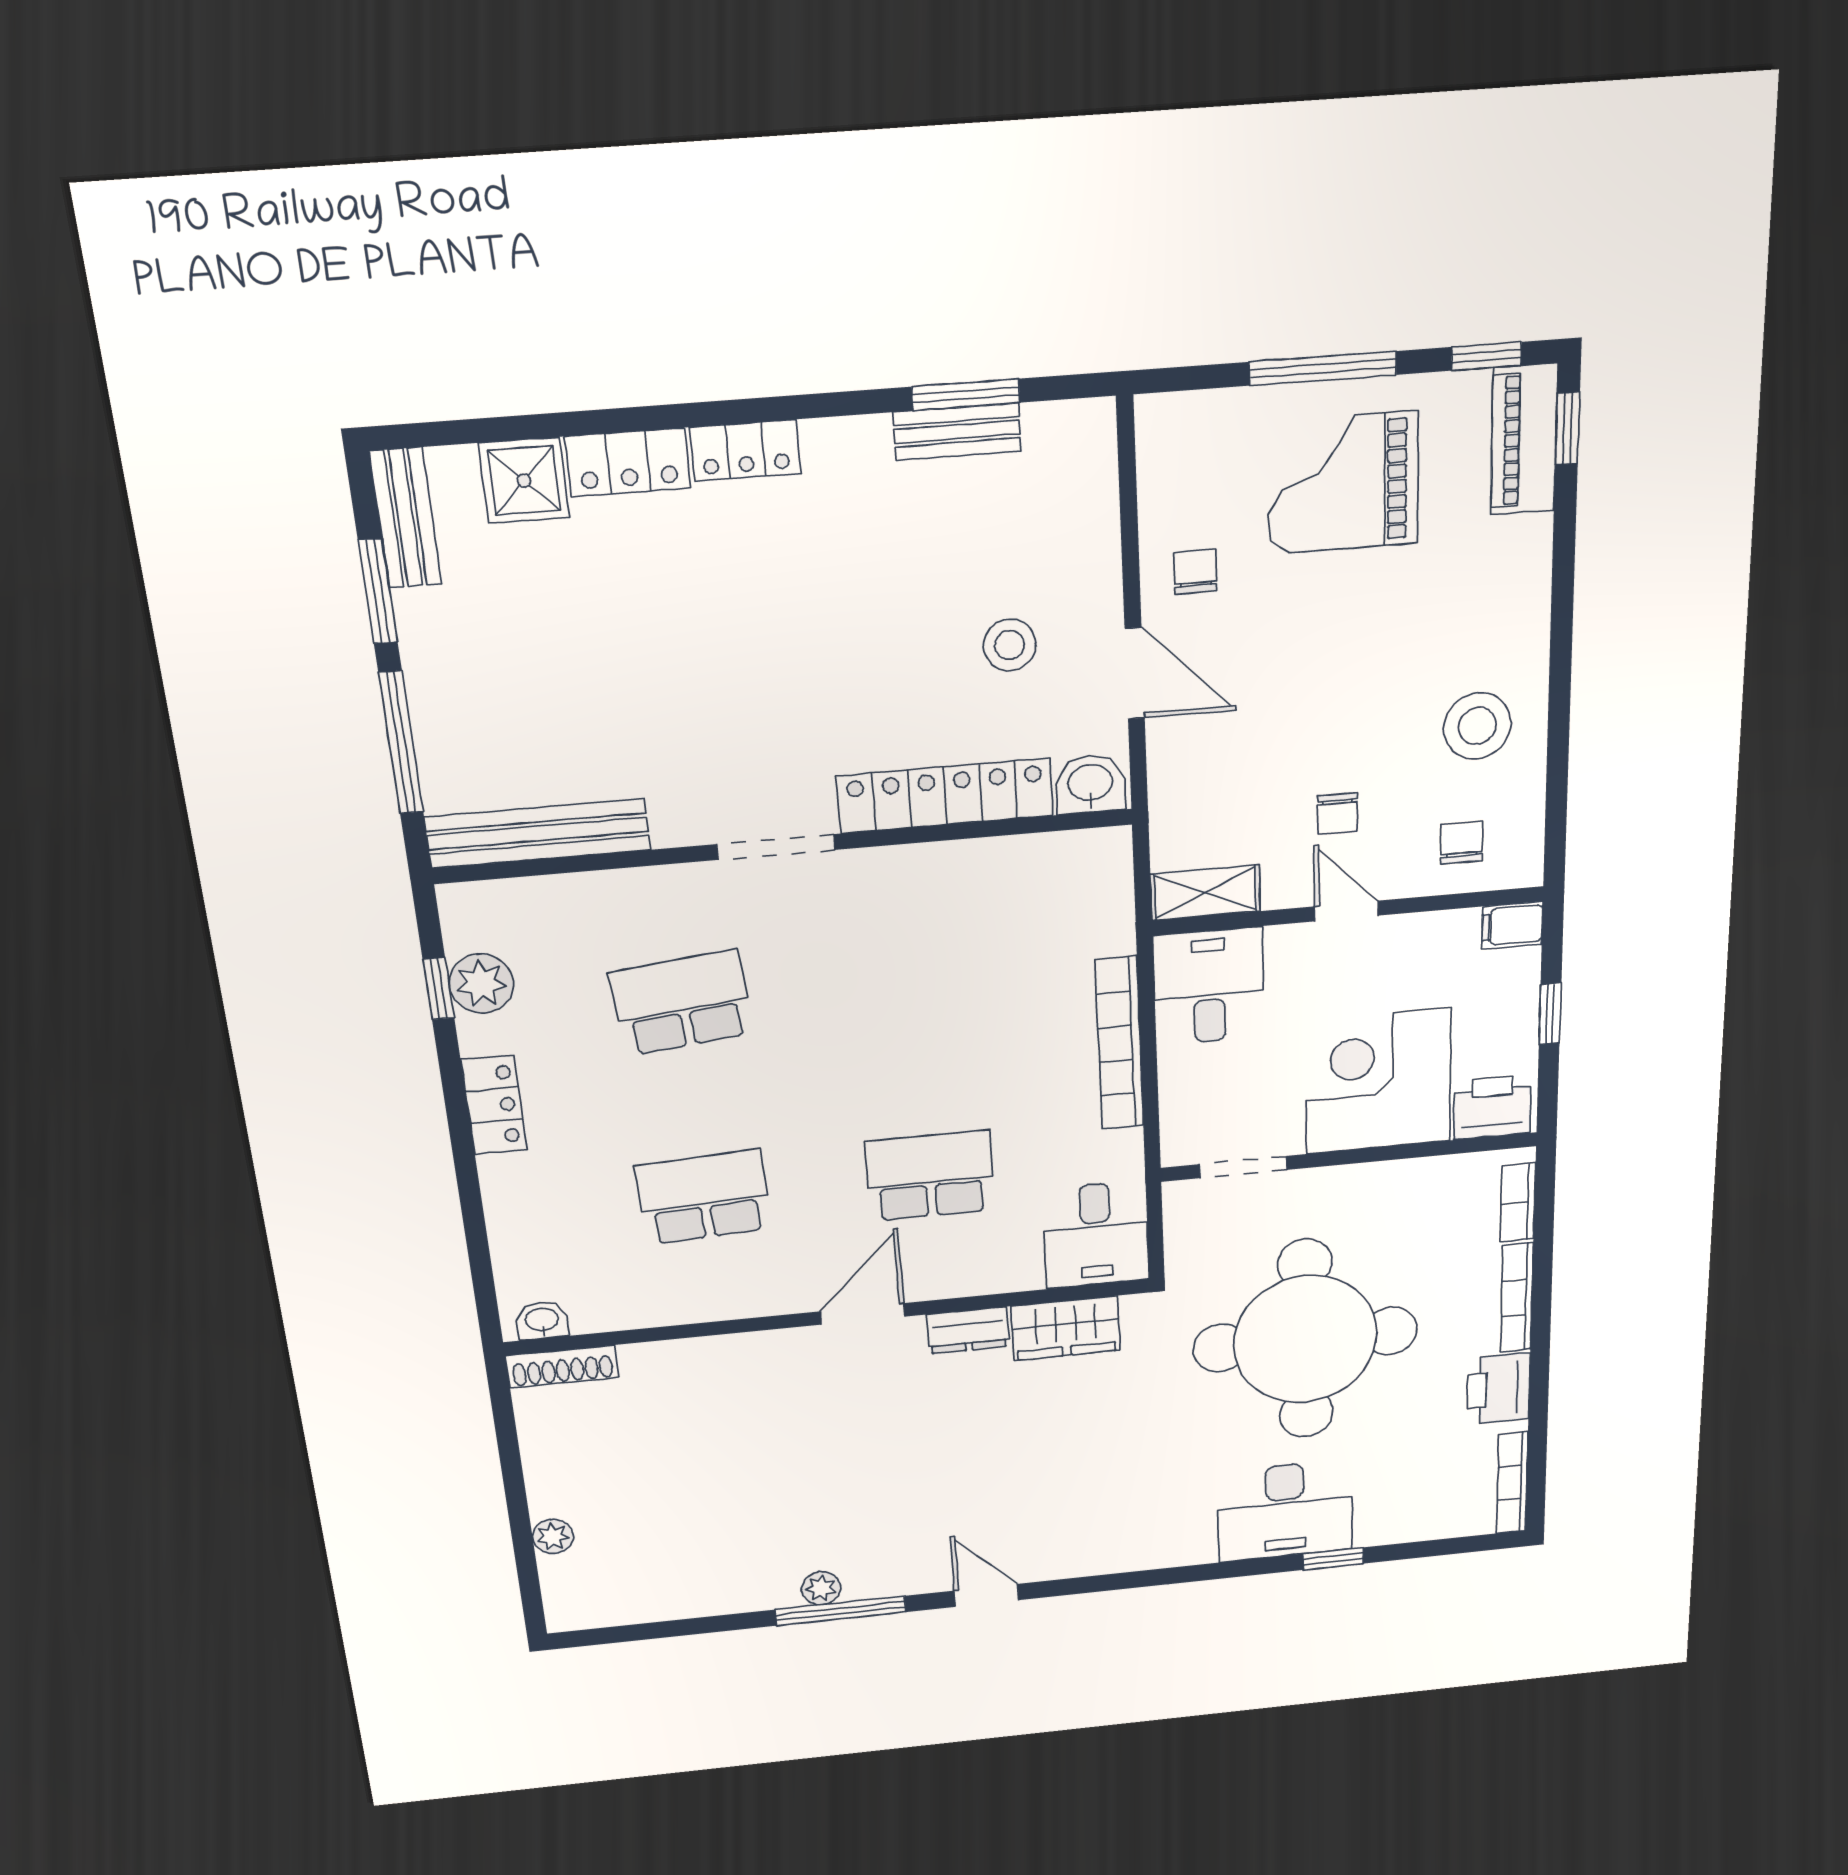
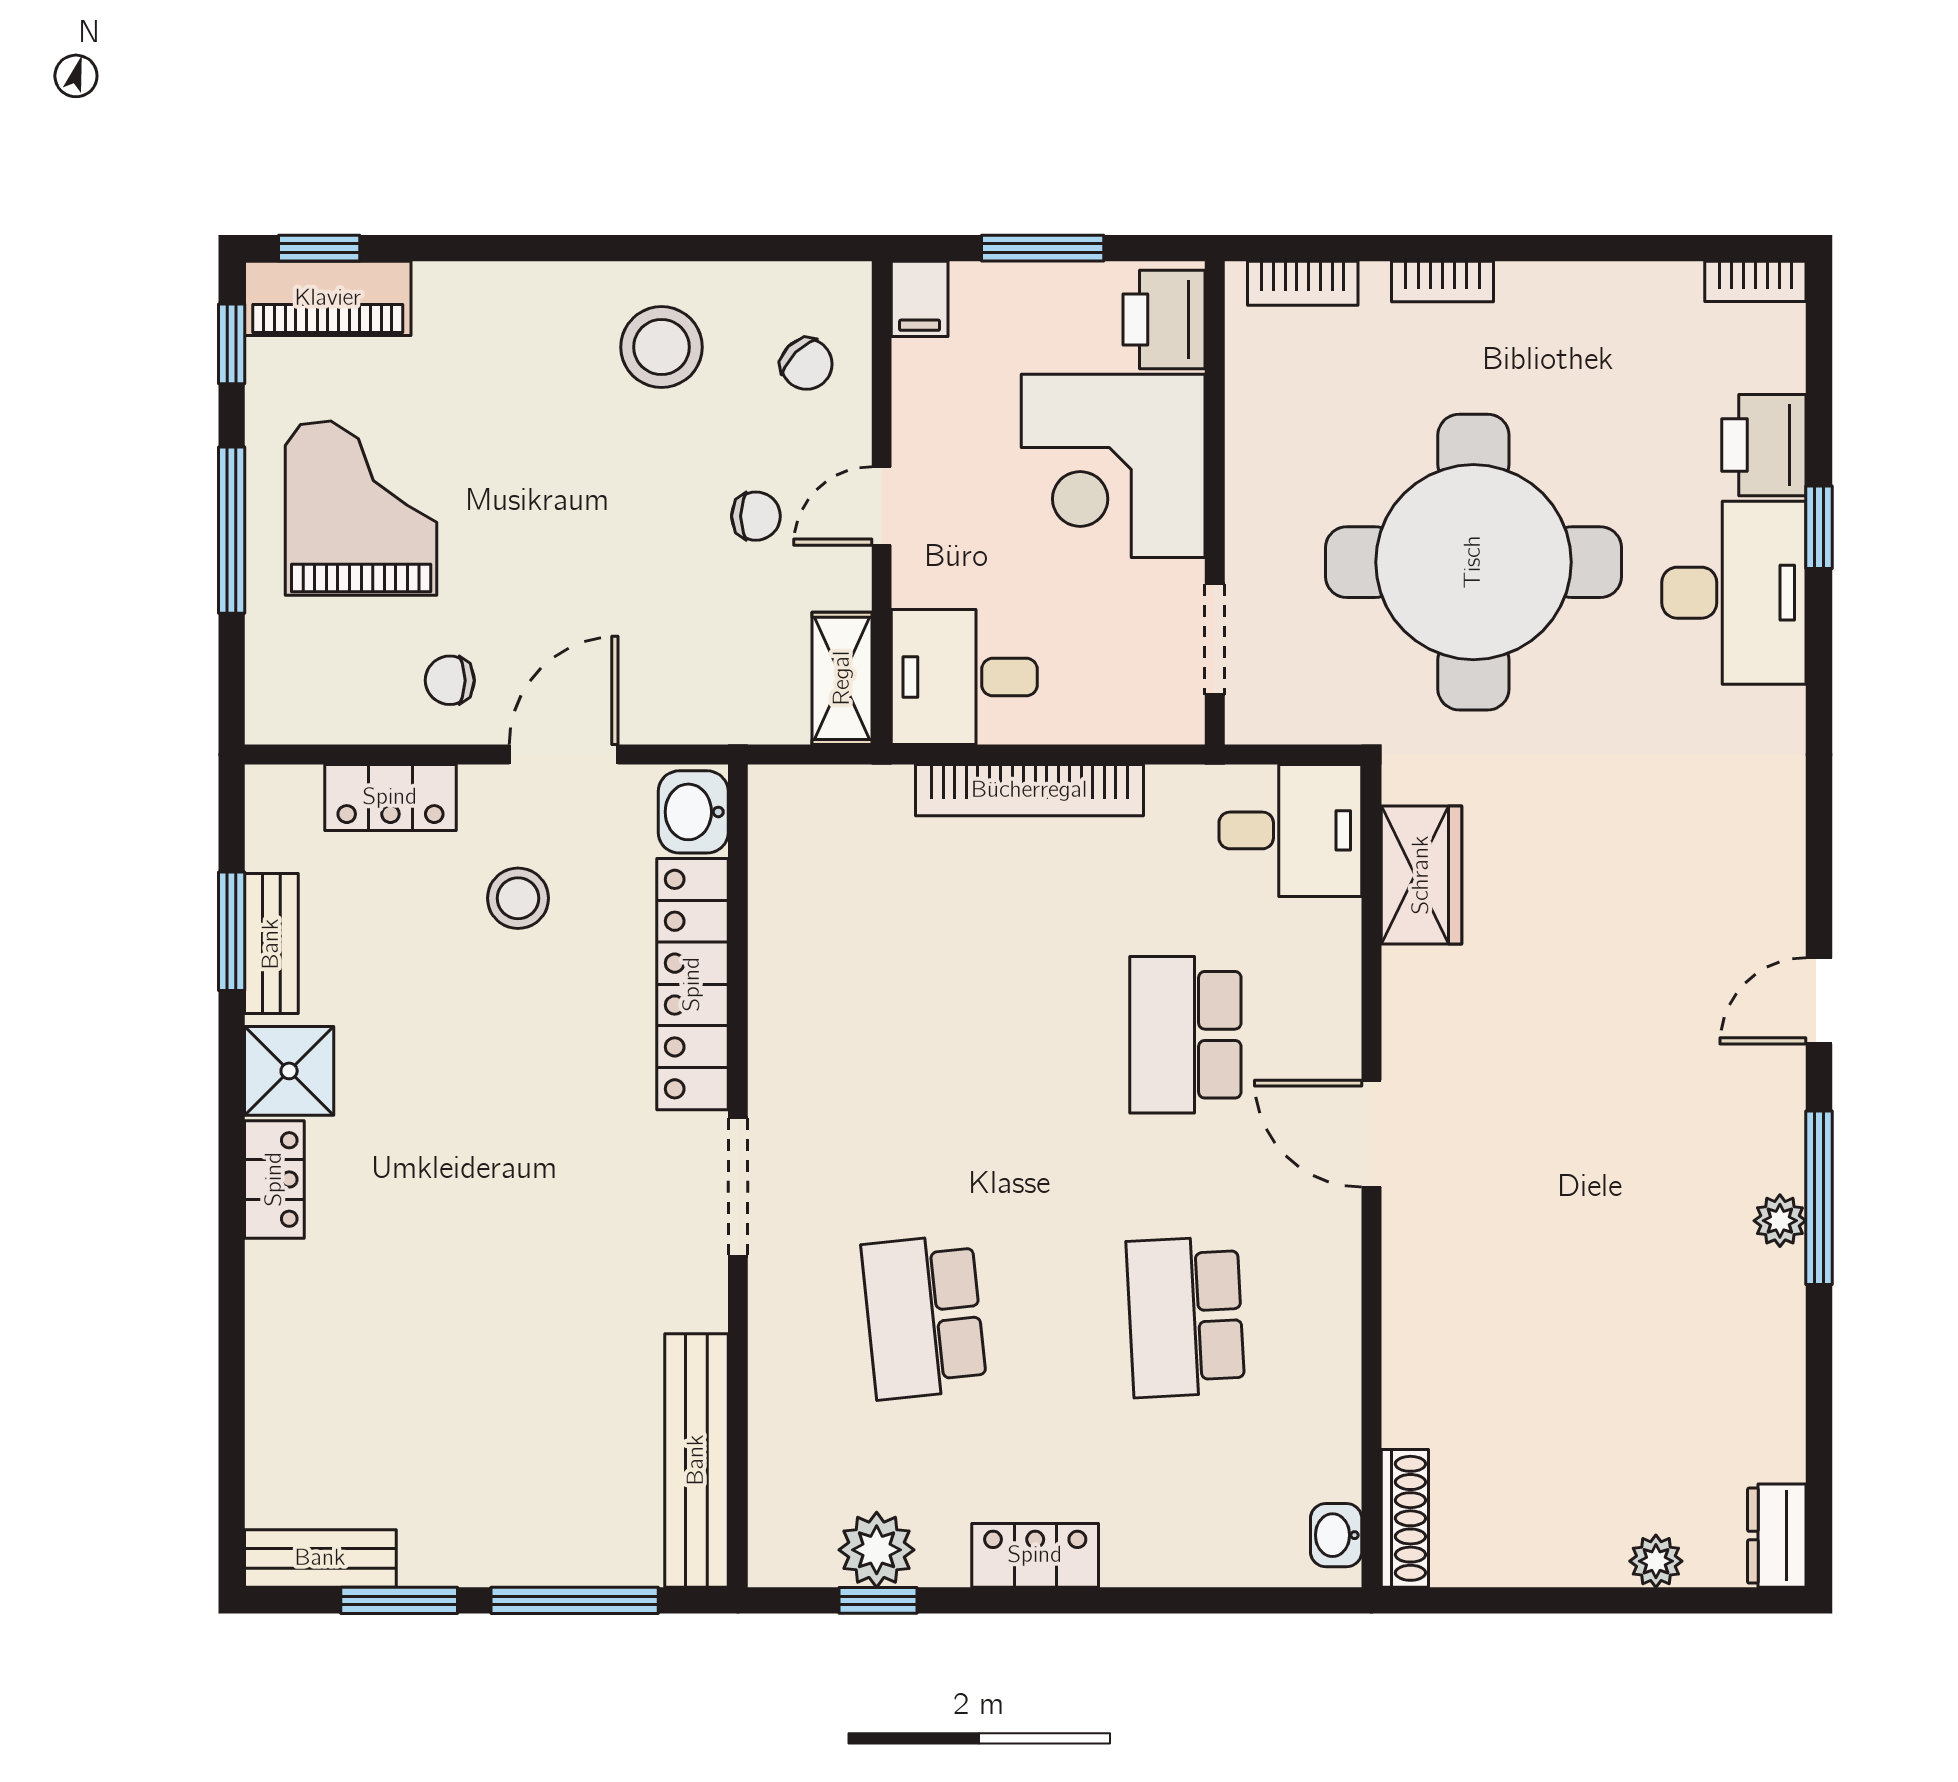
locker: (628, 462) -> (390, 797), moved, turned 90
shower: (524, 480) -> (289, 1071), moved
grand piano: (1343, 483) -> (361, 508), turned 180
chair: (1462, 843) -> (807, 364), turned -135
window: (1550, 1014) -> (1043, 248), width x1.50
bookcase: (1517, 1298) -> (1442, 282), width x0.64
dresser: (968, 1330) -> (1777, 1536), moved, turned 180
printer: (1498, 1389) -> (1764, 445), moved, turned 90
bookcase: (1512, 1483) -> (1755, 281), width x0.64

